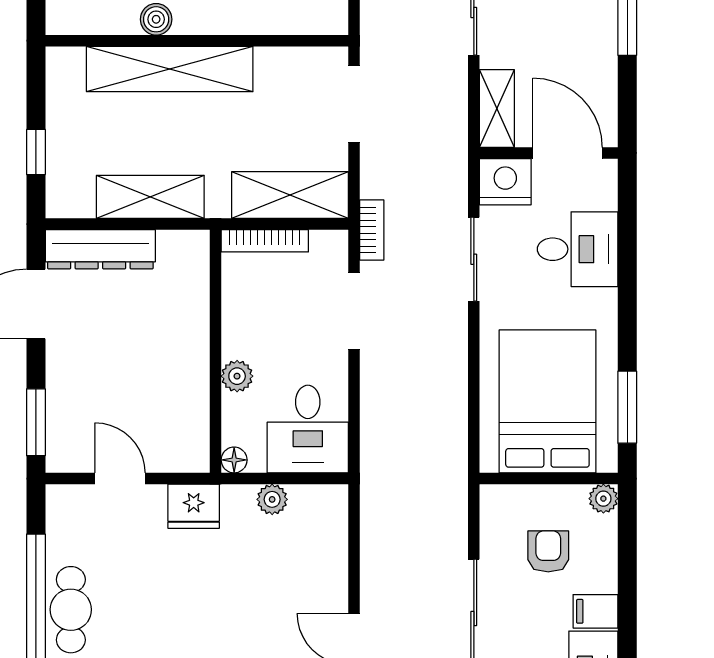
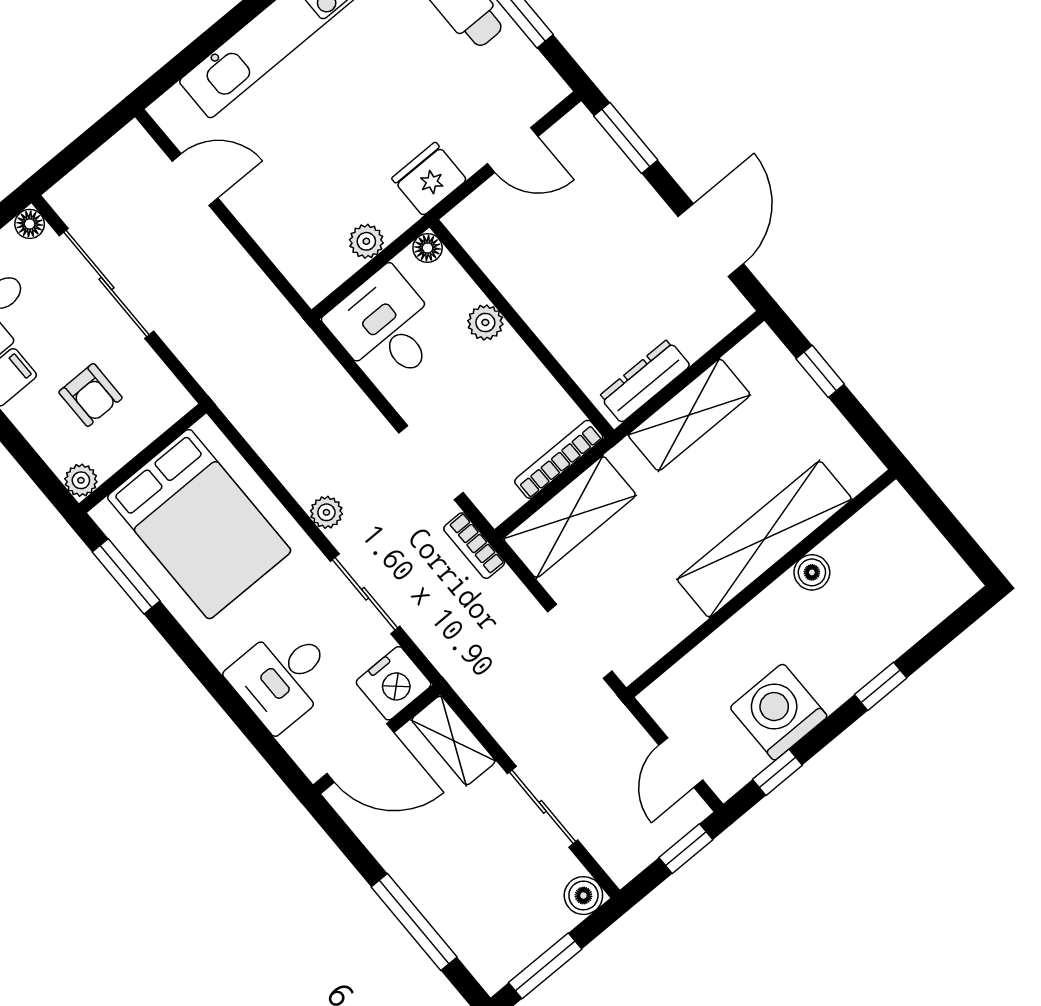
dresser: (100, 249) -> (645, 381), moved, width x0.73, depth x0.80
plant: (454, 337) -> (326, 512), added

